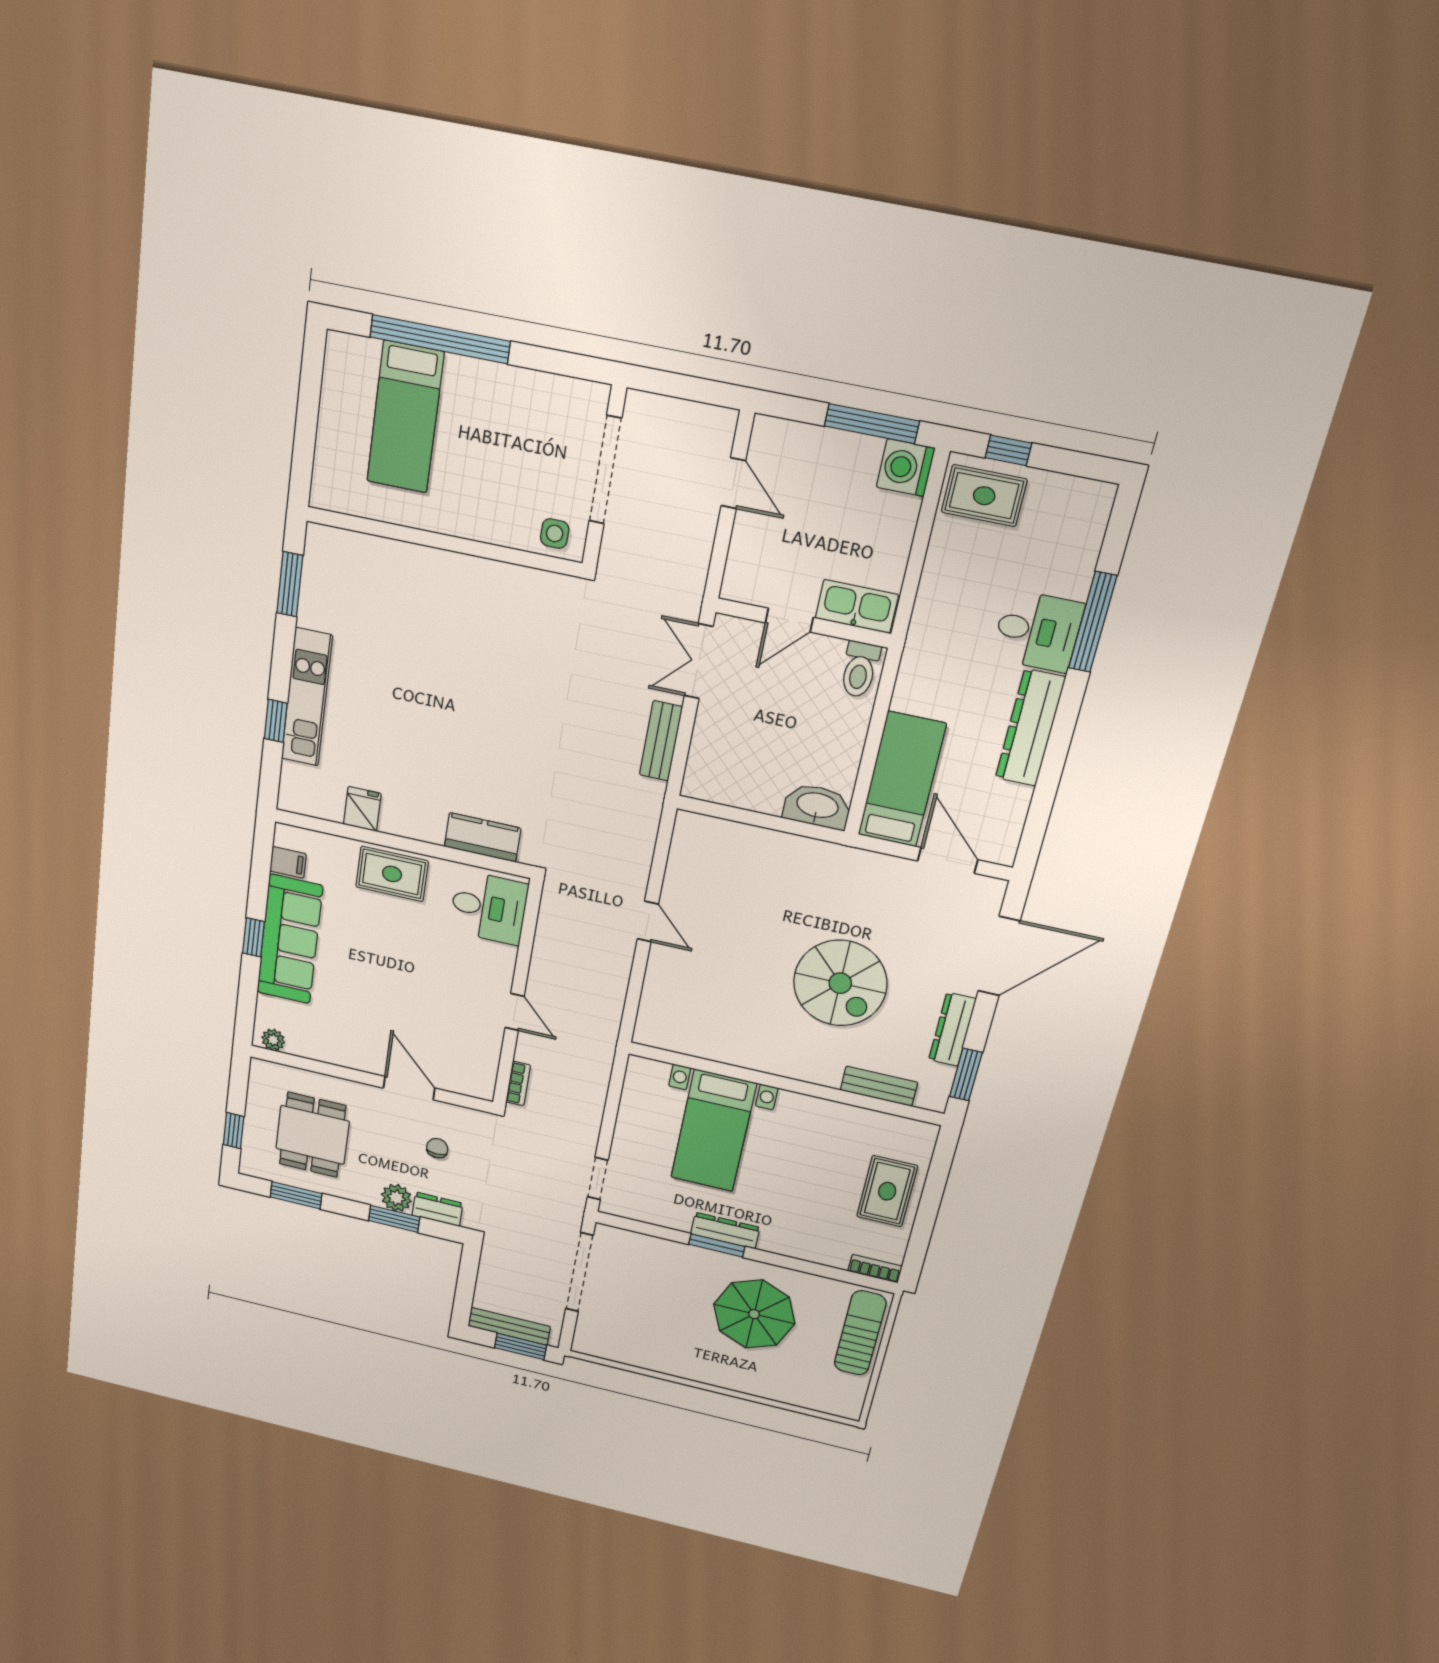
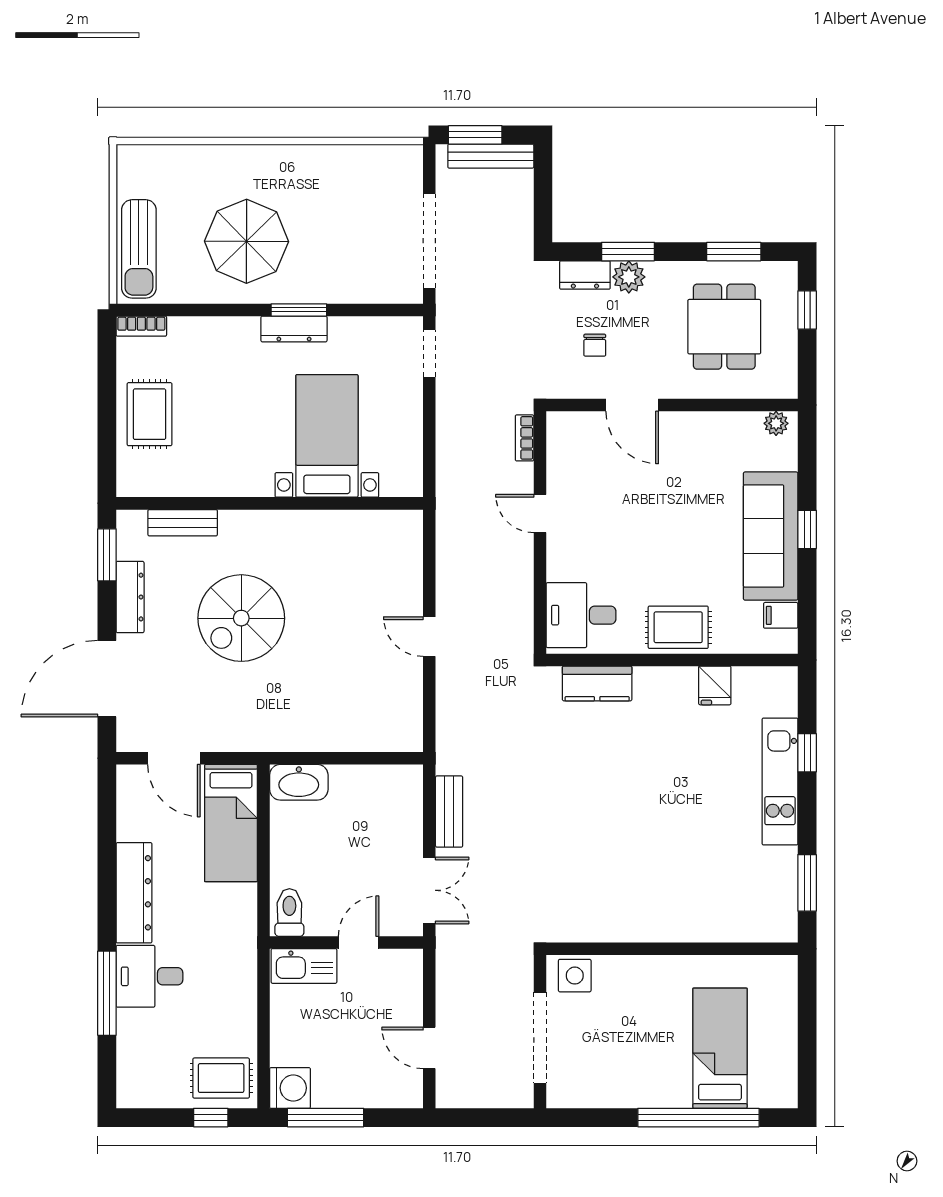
side table: (555, 533) -> (575, 976), width x1.37, depth x1.37
spiral stairs: (840, 983) -> (241, 618), turned -90

